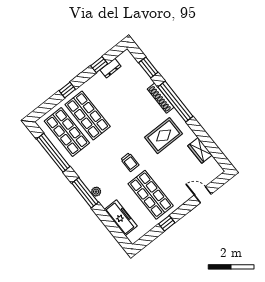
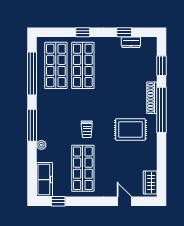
wardrobe: (200, 150) -> (150, 182), moved
plant: (96, 192) -> (41, 145), moved
freezer: (121, 218) -> (44, 180), moved
window: (167, 223) -> (58, 201), moved

